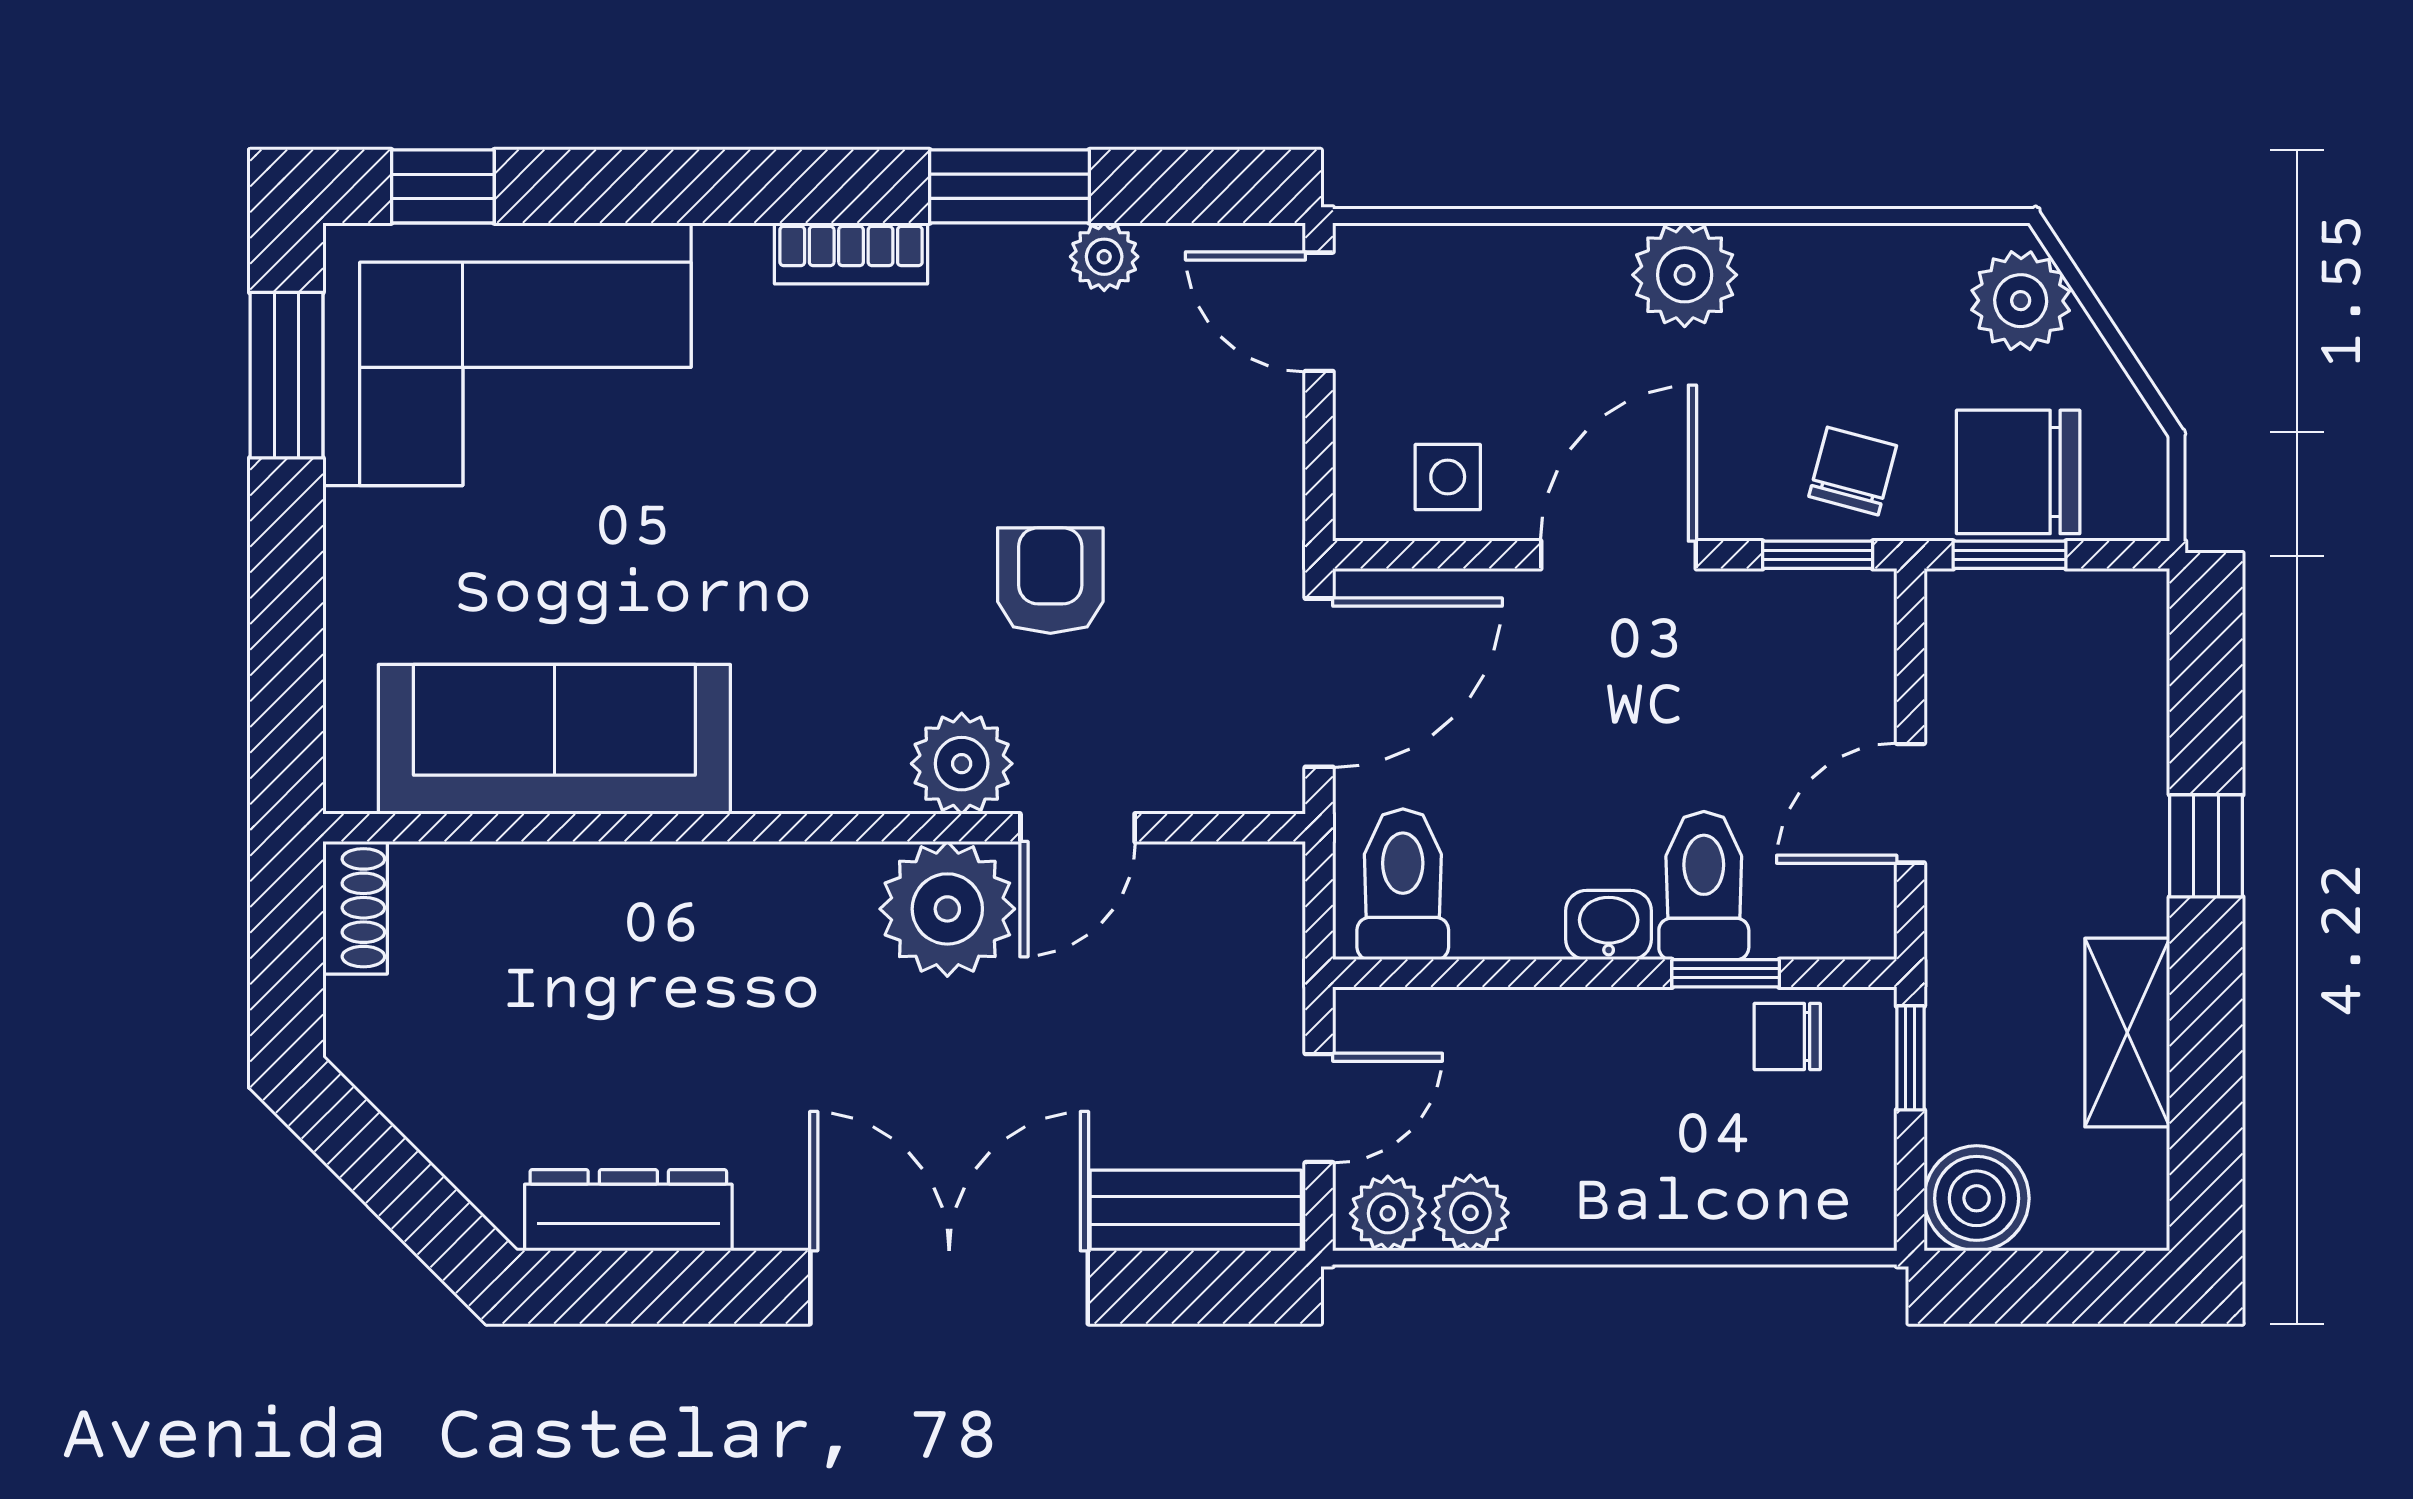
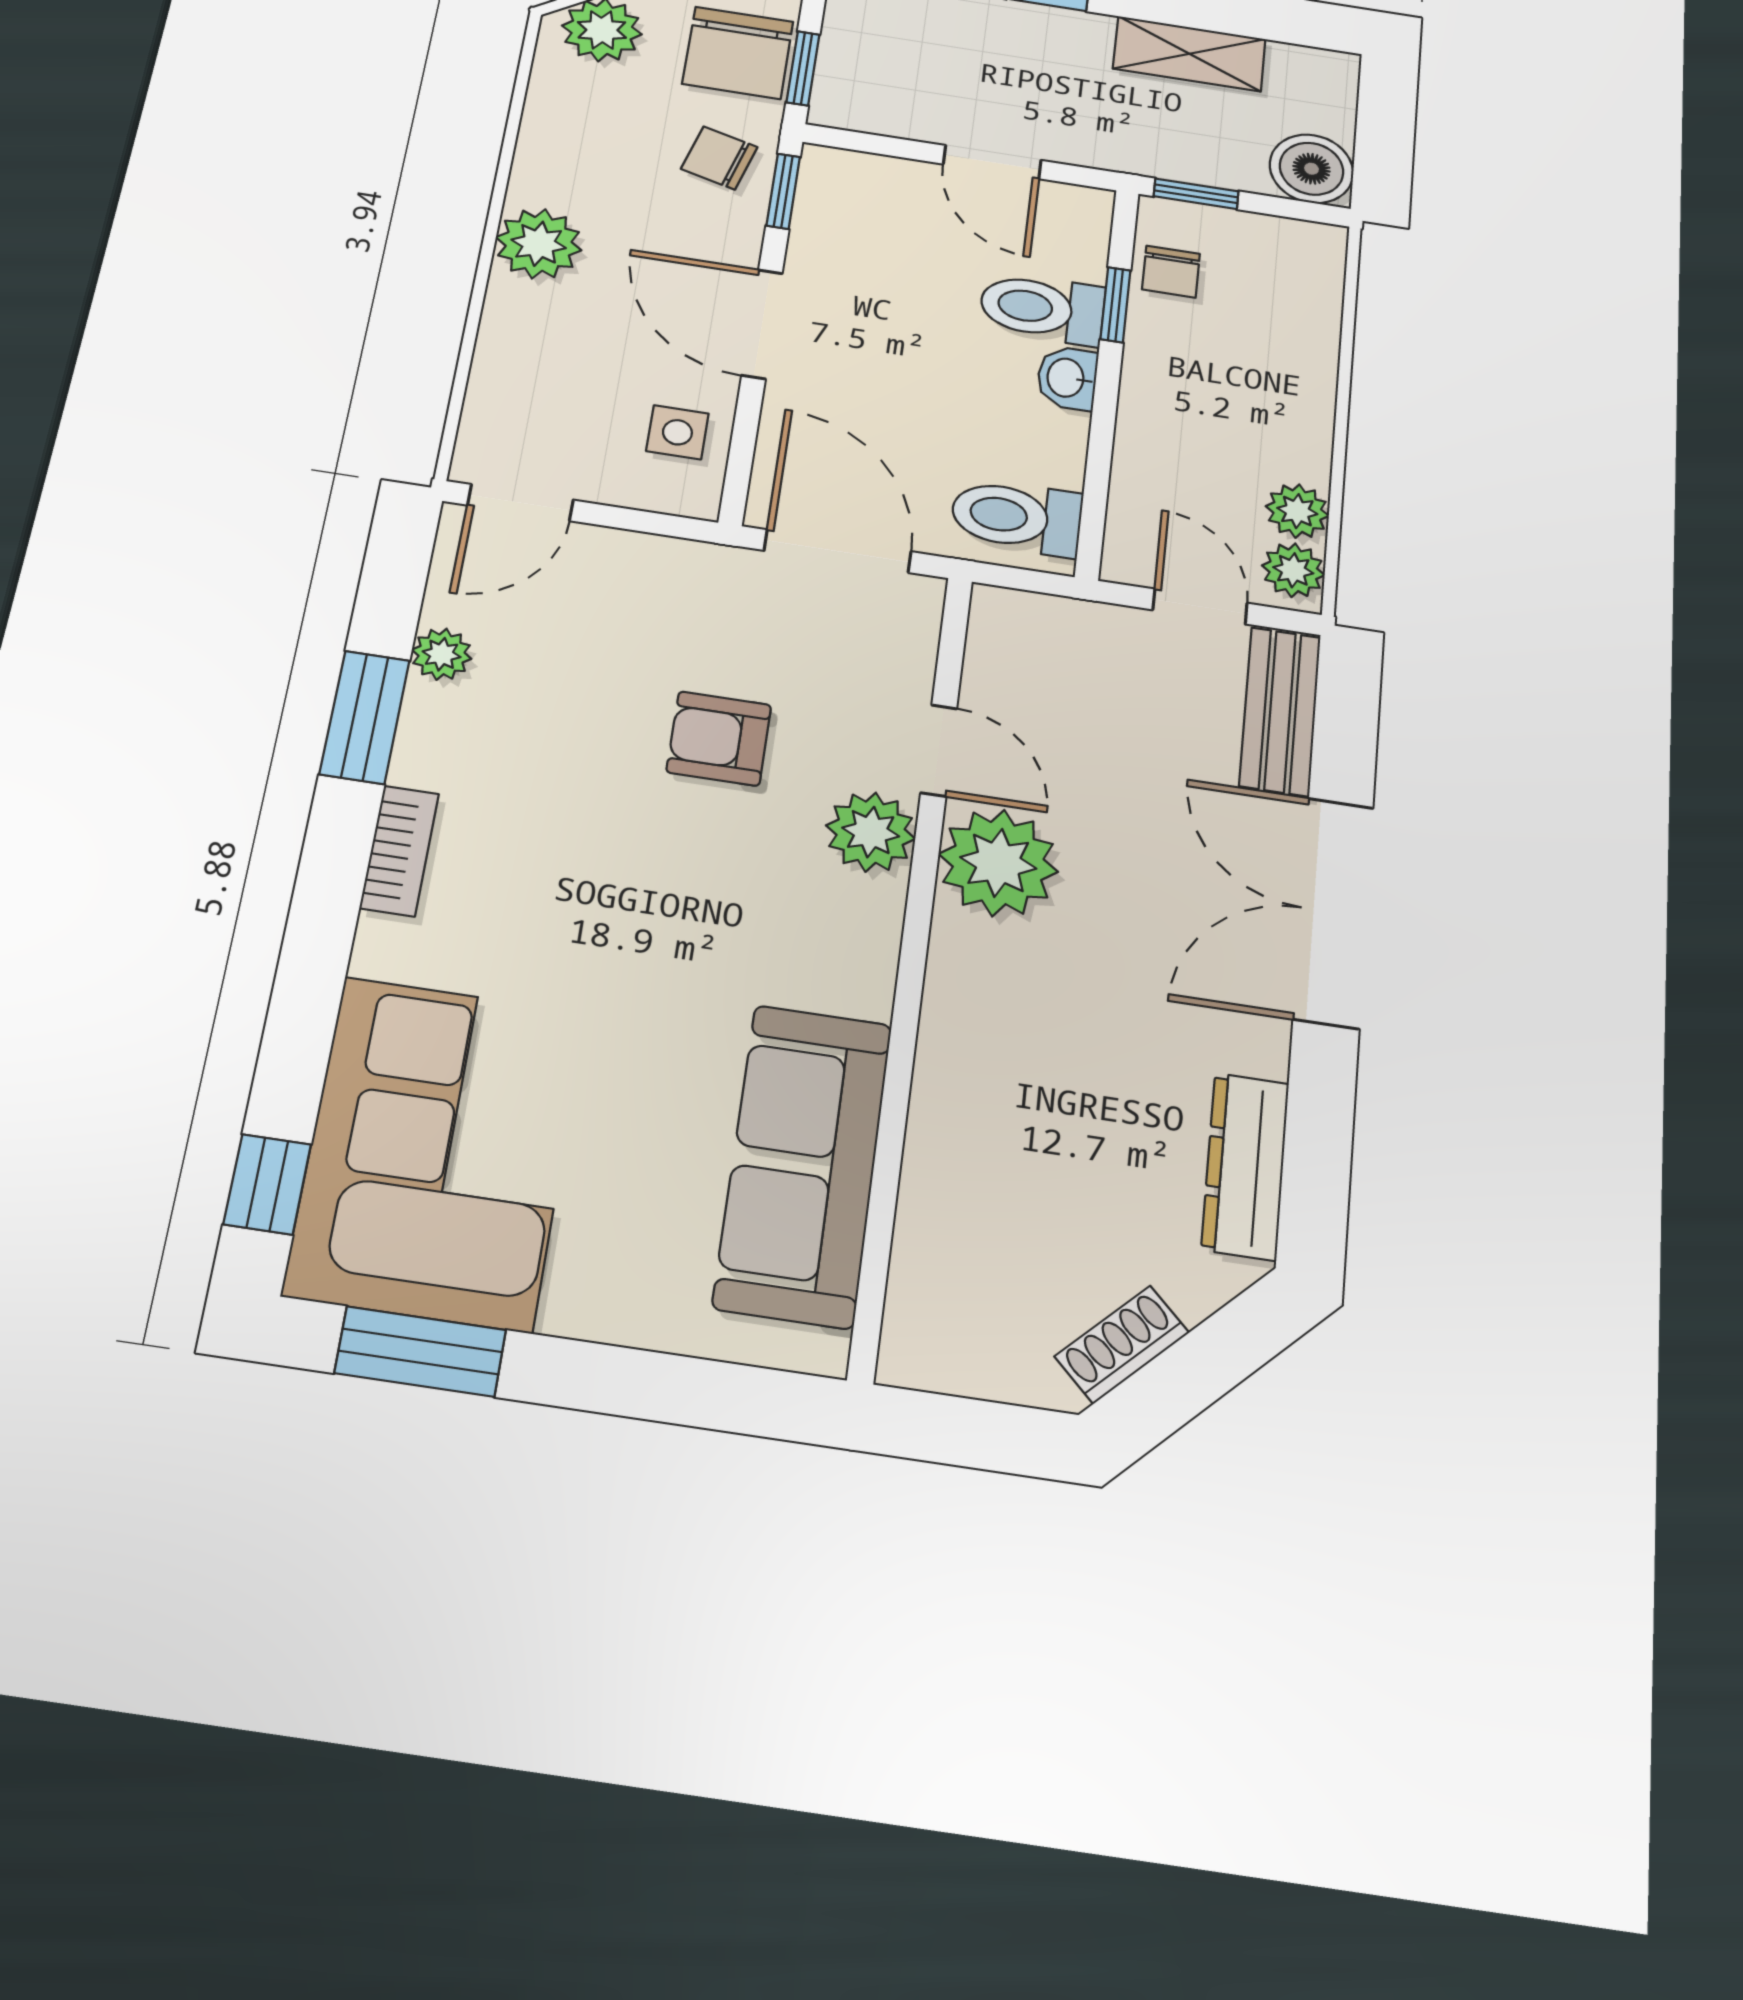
shoe rack: (355, 908) -> (1122, 1344), moved, turned -45

